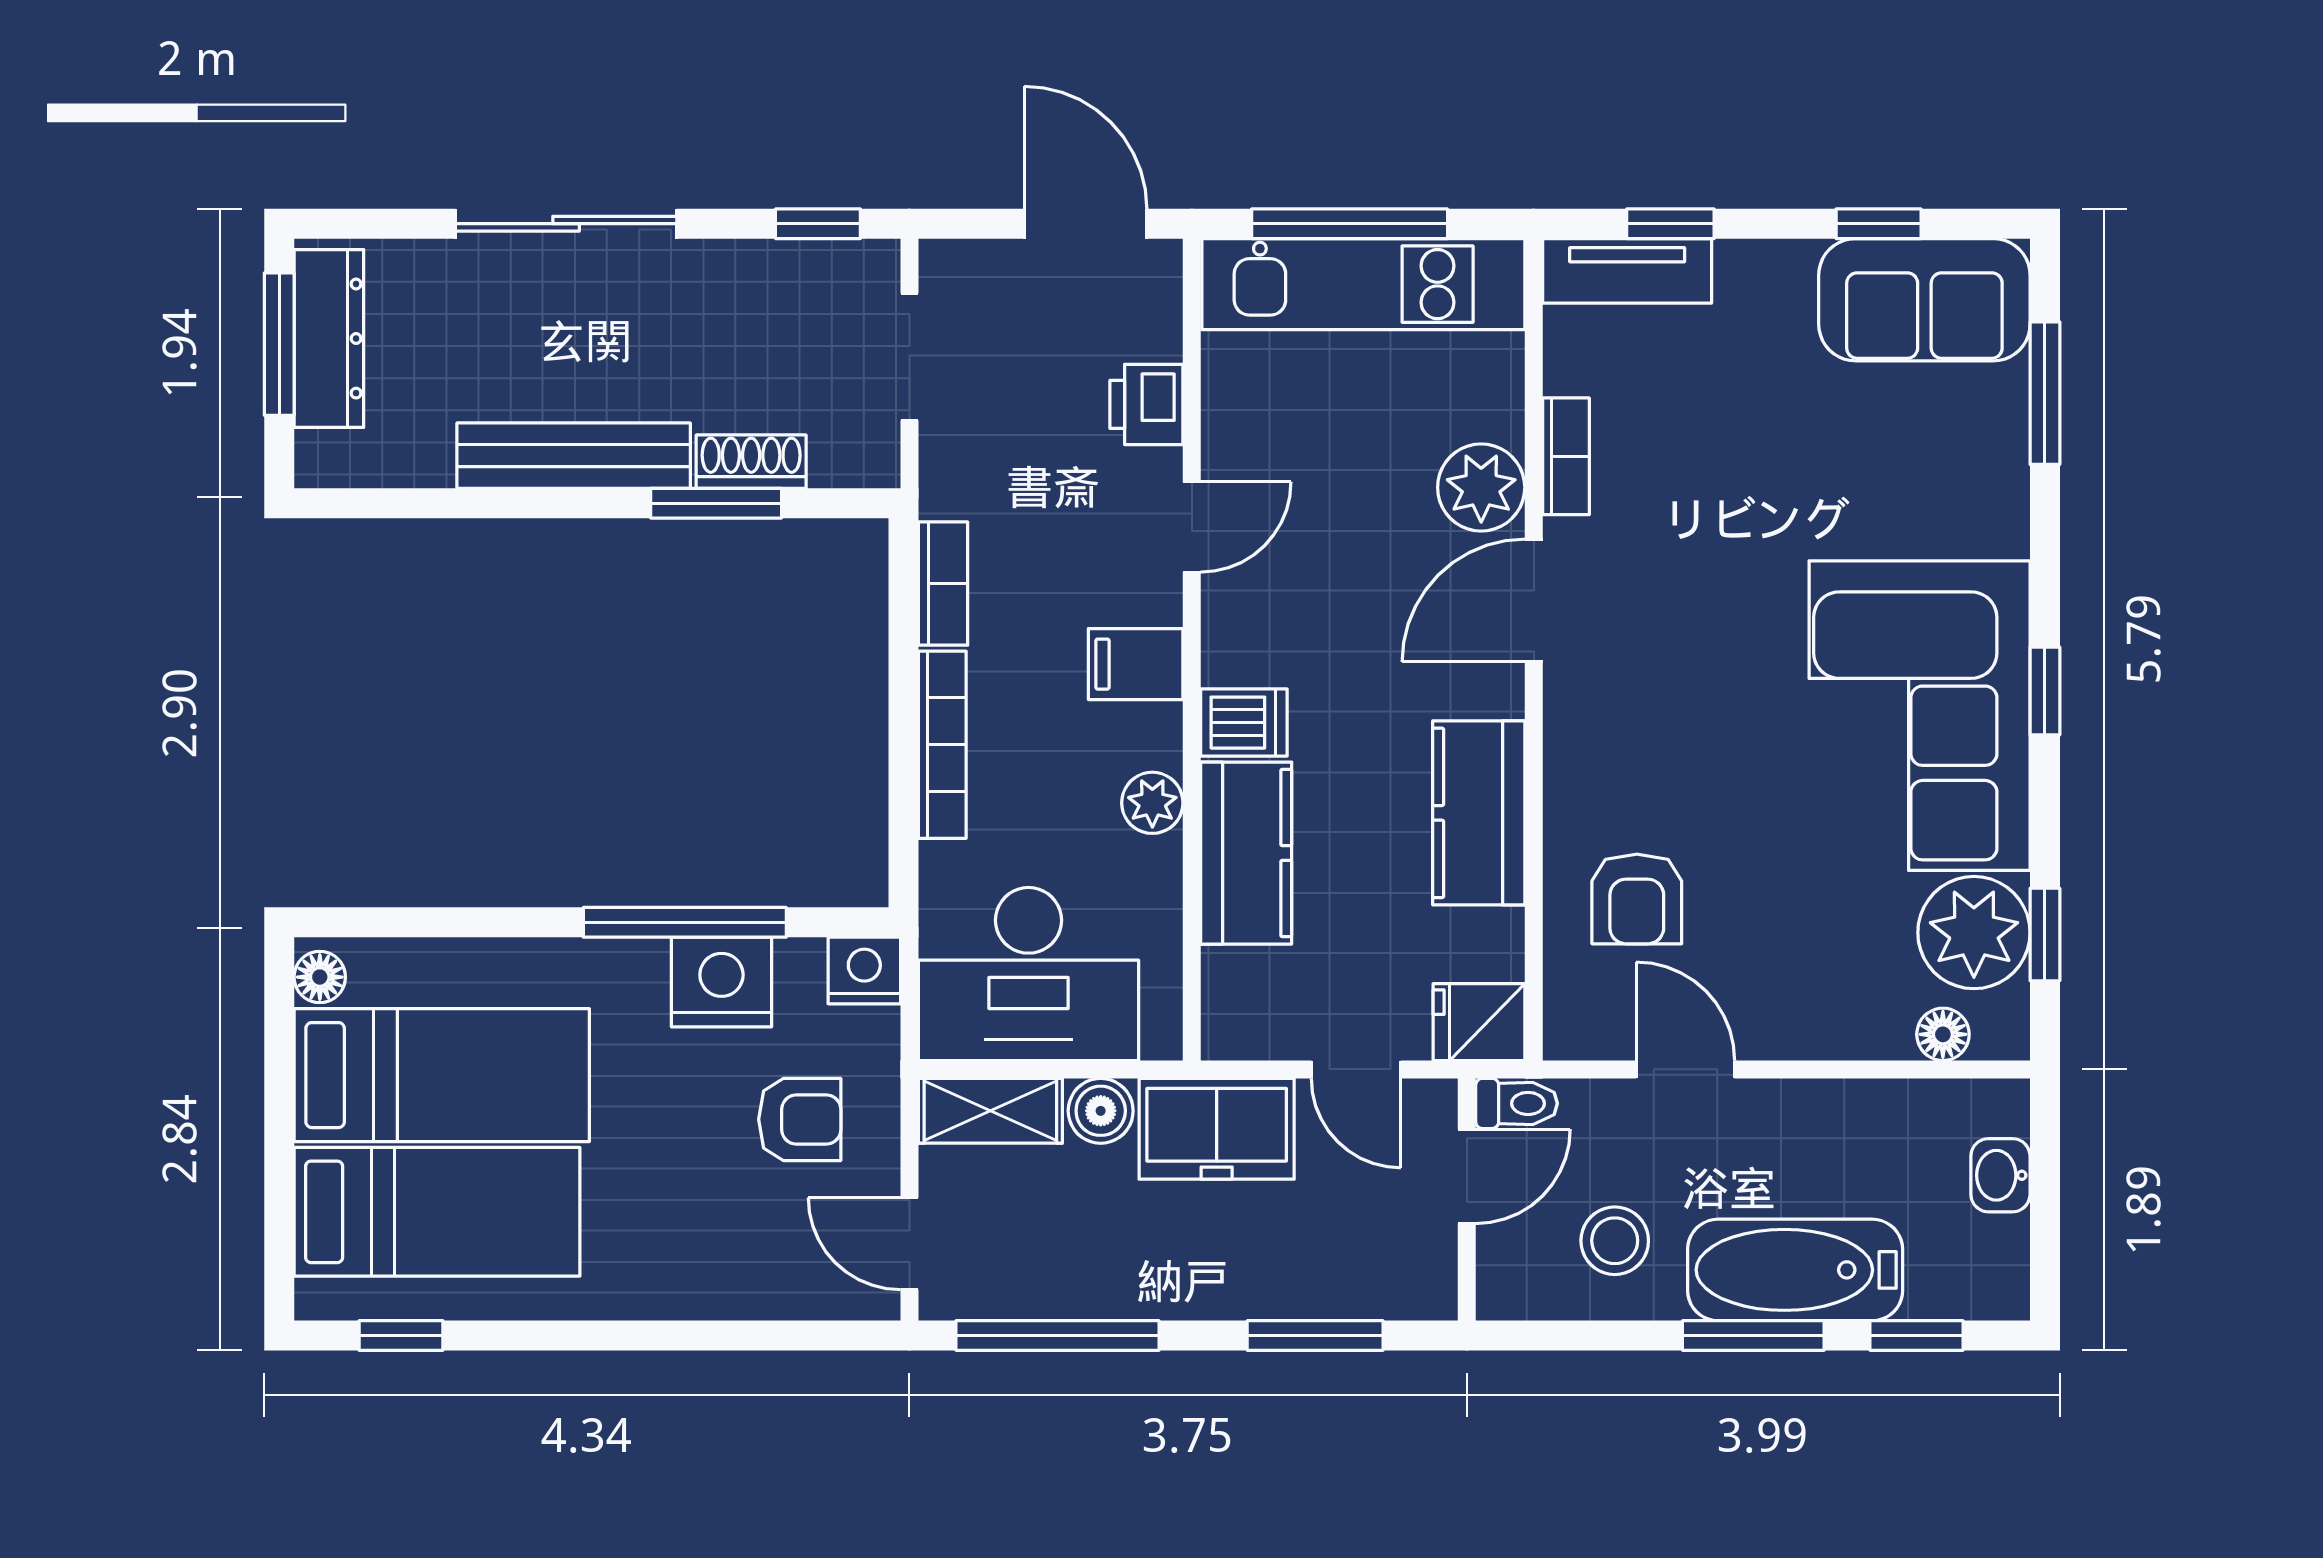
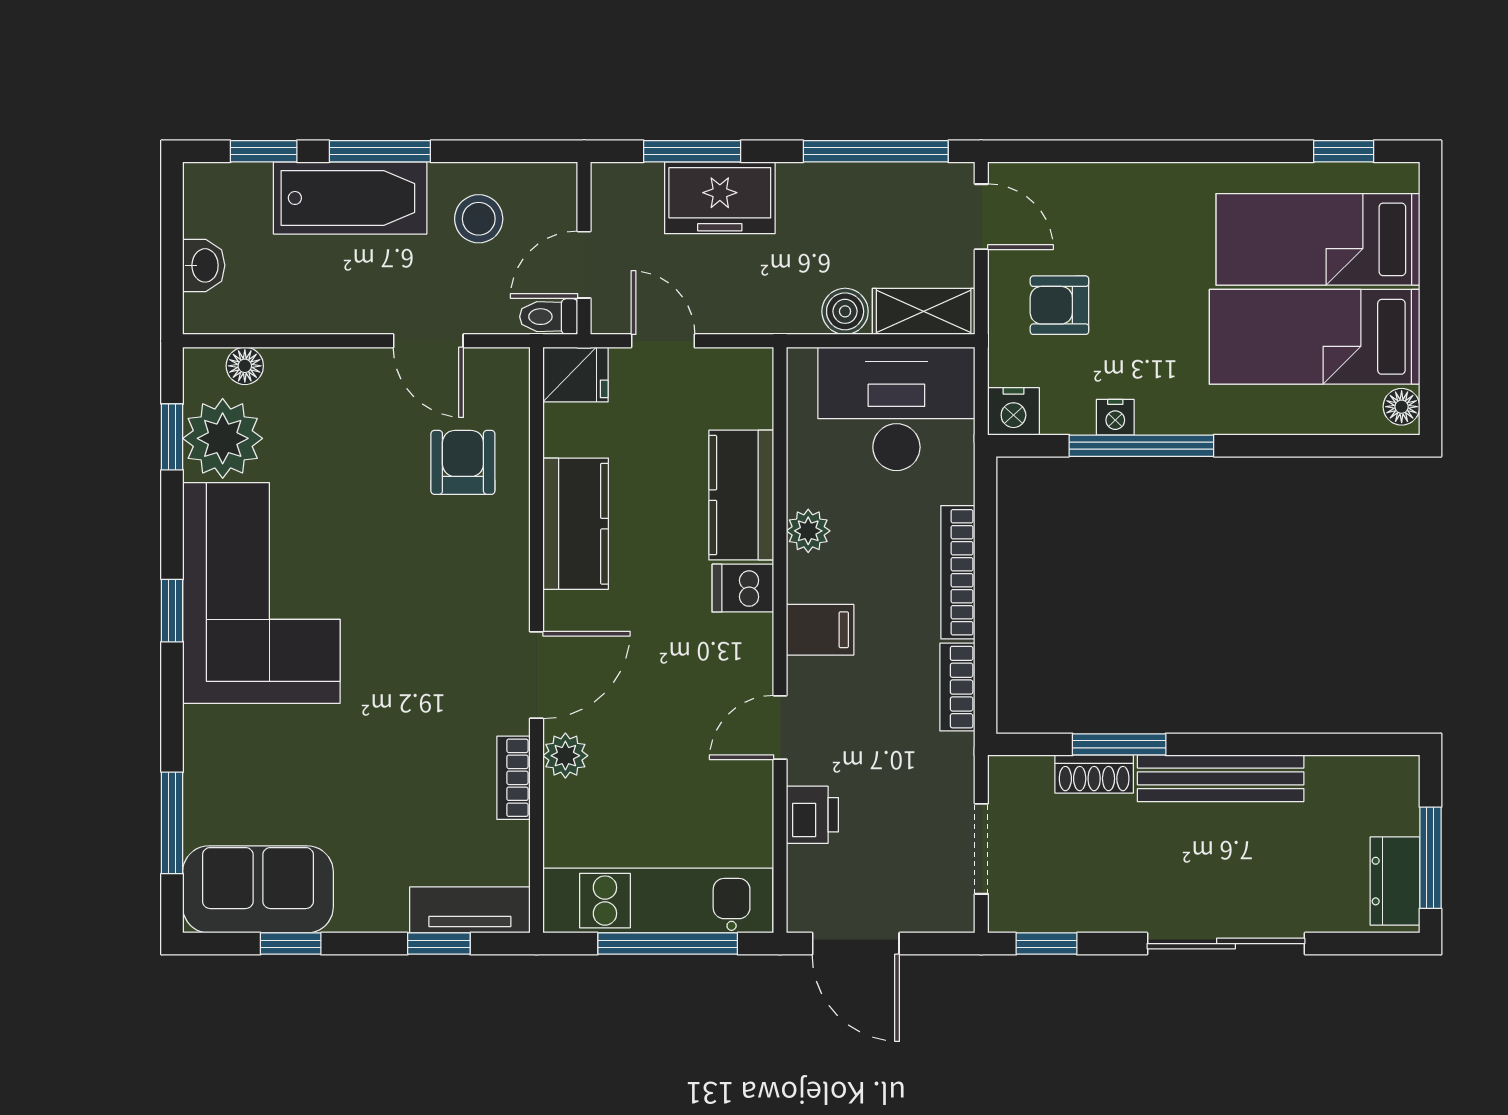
dresser: (329, 339) -> (1395, 881), width x0.70
plant: (1481, 487) -> (565, 756), width x0.73, depth x0.73
nightstand: (721, 982) -> (1115, 417), width x0.53, depth x0.56
freezer: (1217, 1129) -> (720, 198), moved, turned 180

